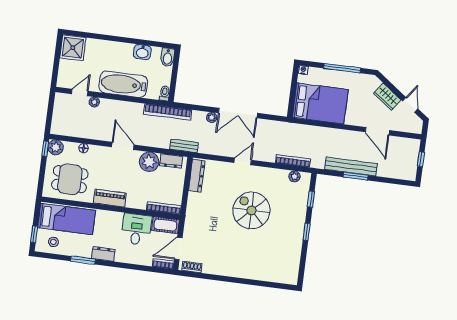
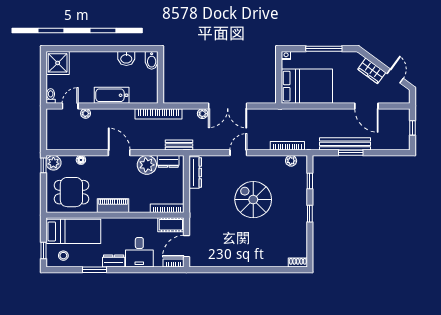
bathtub: (123, 84) -> (112, 95), width x0.73, depth x0.73
toilet: (165, 93) -> (51, 96), moved
desk: (136, 229) -> (139, 252), moved, turned 180
shoe rack: (192, 267) -> (298, 263), moved

